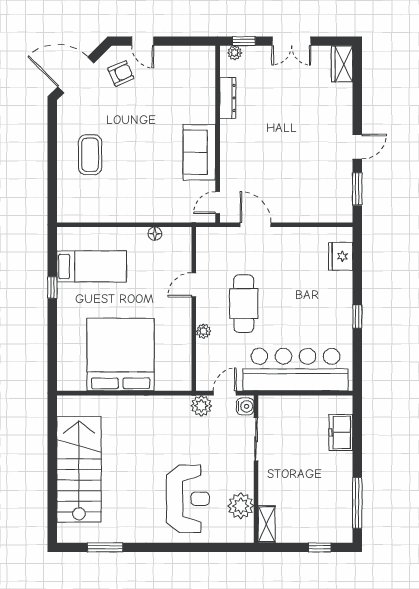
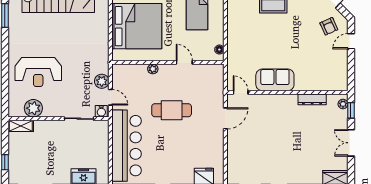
door: (194, 285) -> (184, 62), moved
wall: (194, 309) -> (168, 62), moved
plant: (203, 331) -> (153, 69), moved

